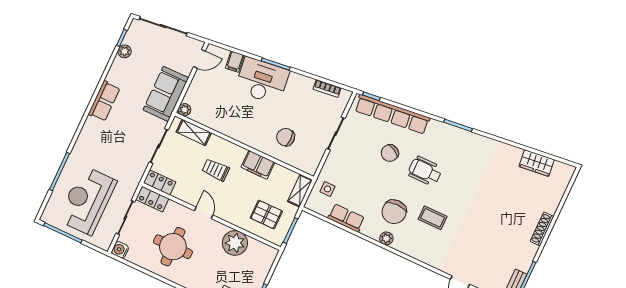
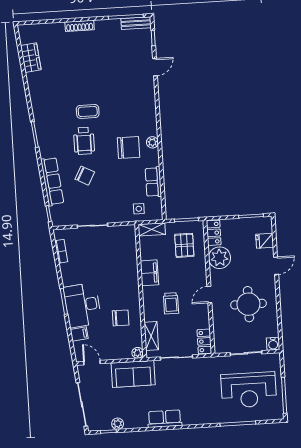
row of seats: (392, 114) -> (52, 181), width x0.73
chair: (286, 137) -> (121, 318), moved, turned -90
locker: (152, 199) -> (214, 233), moved
coffee table: (433, 218) -> (88, 111), moved, turned 90

